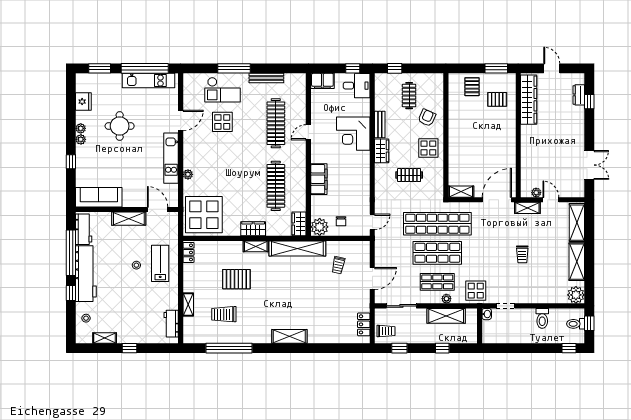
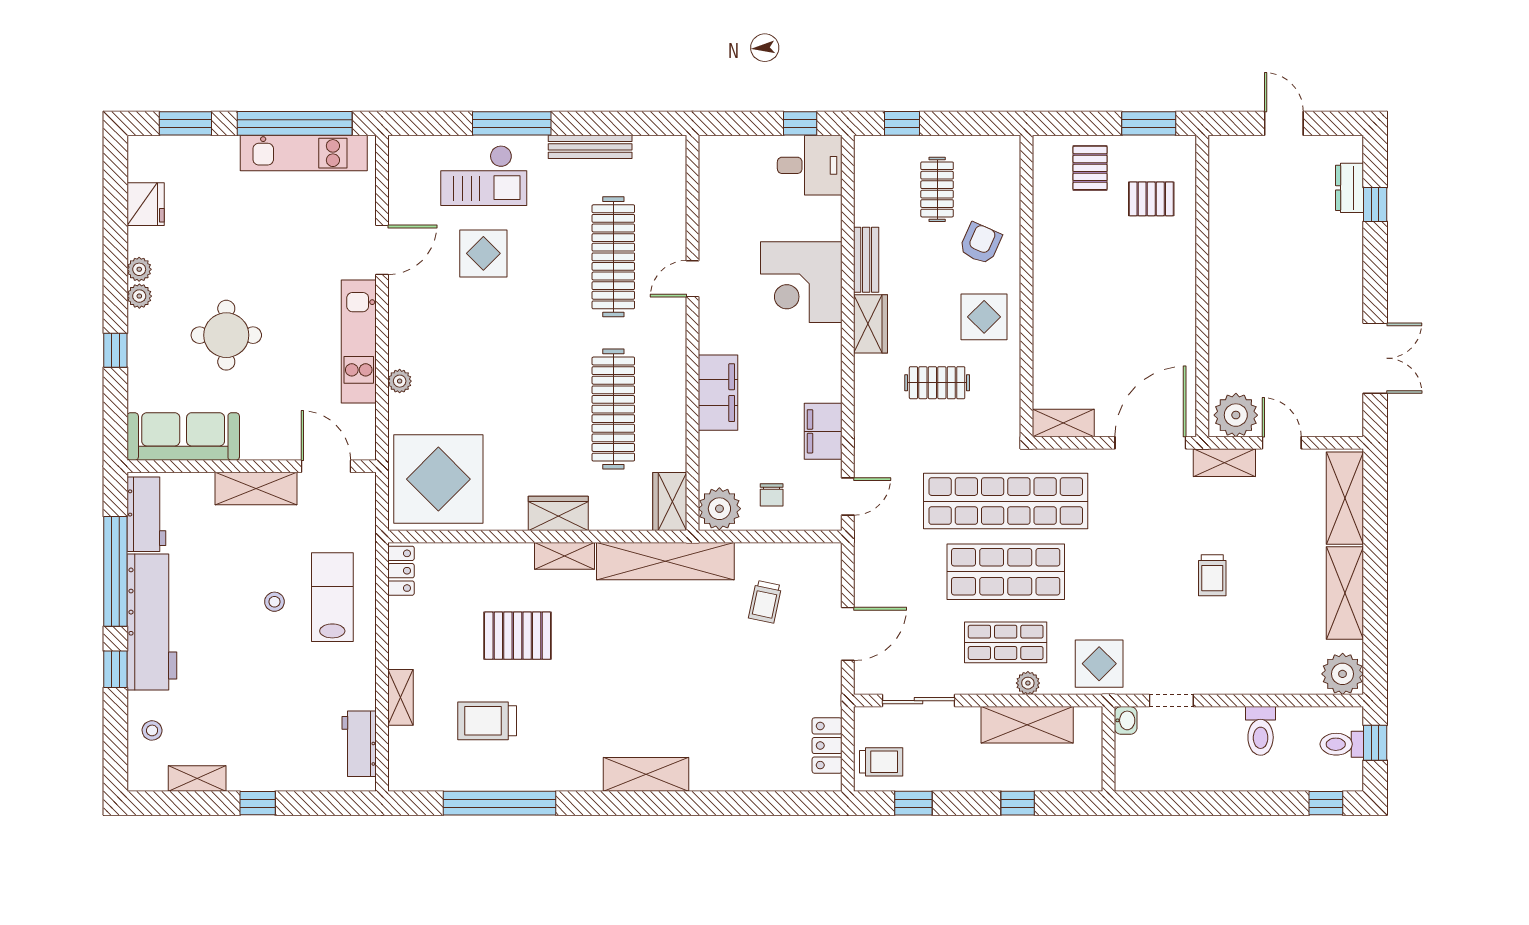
filing cabinet: (322, 81) -> (823, 431), moved, turned 90
wardrobe: (529, 100) -> (1228, 200), removed
round table: (120, 126) -> (226, 335), moved
plant: (536, 193) -> (1236, 415), width x1.87, depth x1.87

